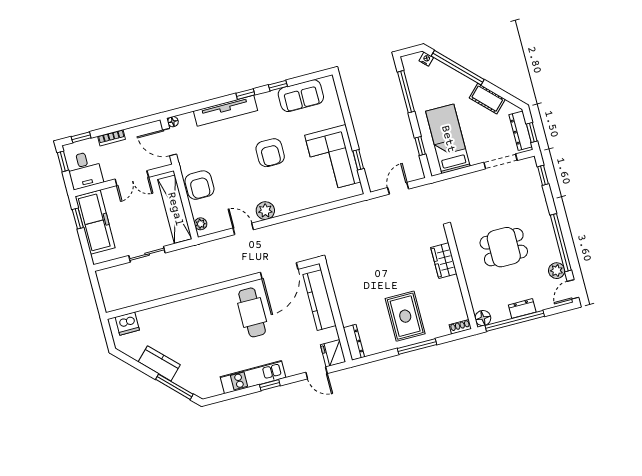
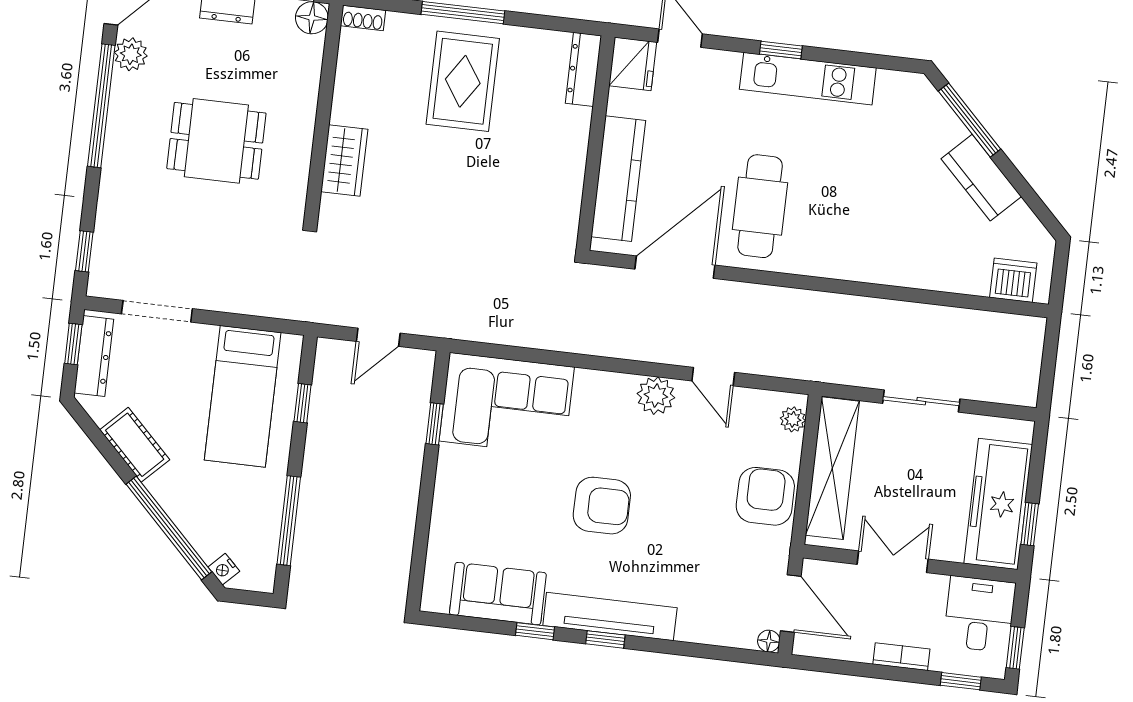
tv unit: (225, 111) -> (610, 617), moved
armchair: (270, 153) -> (602, 506), turned 90
corner sofa: (333, 159) -> (507, 404), moved, turned 90

